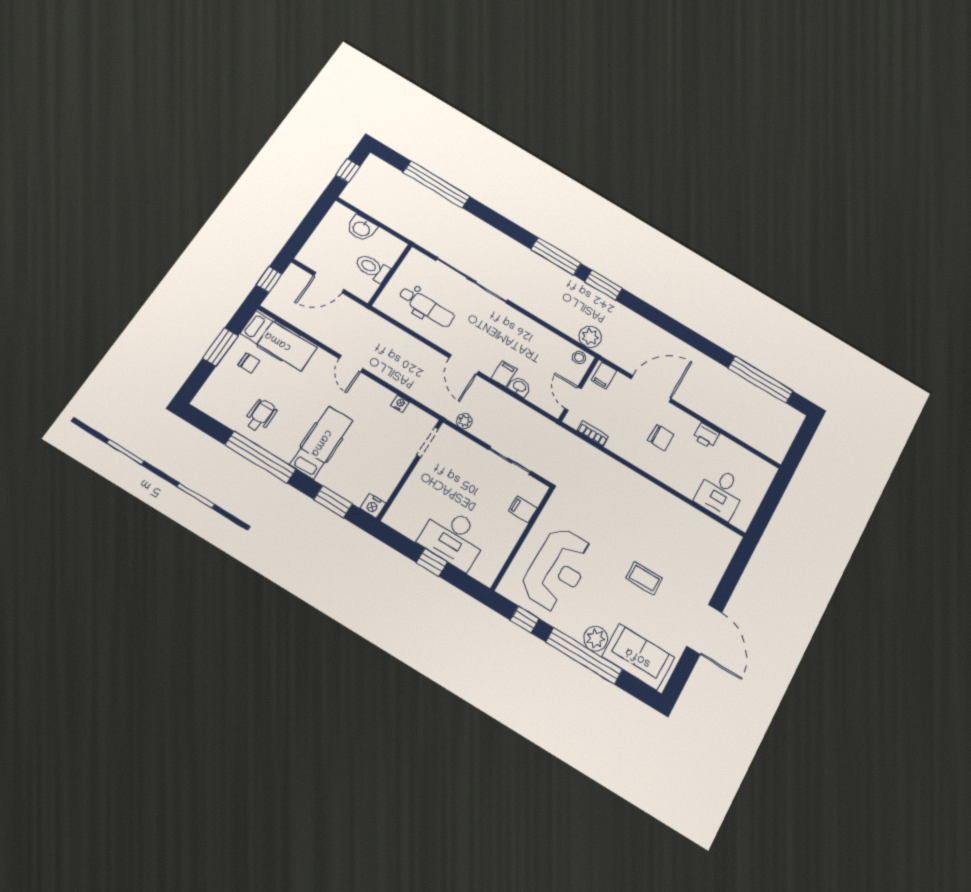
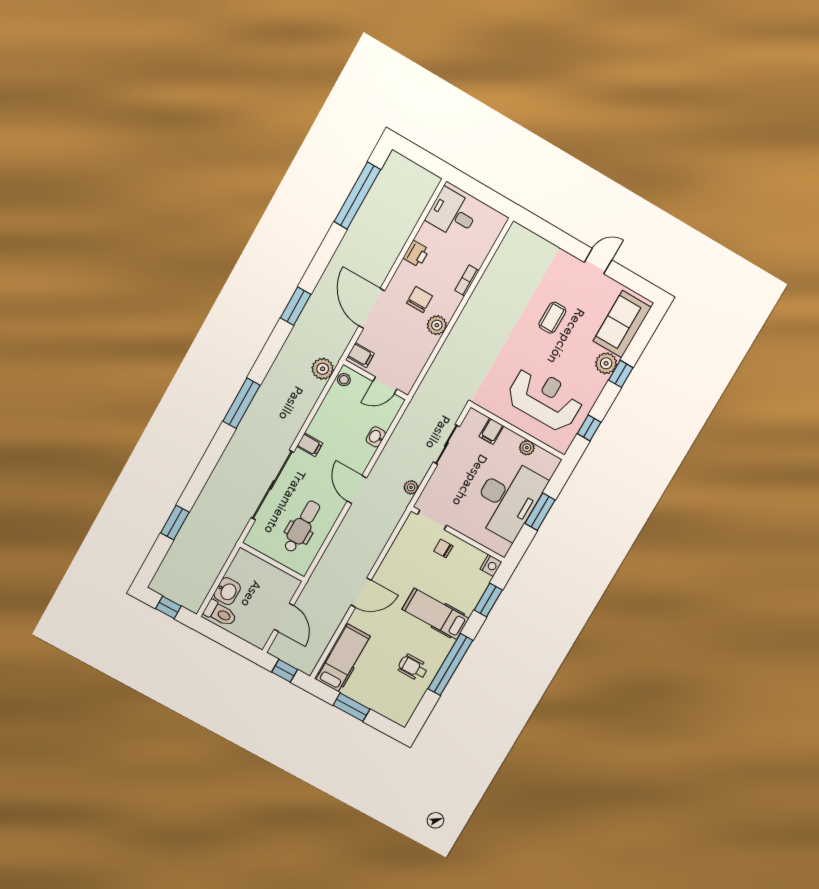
window: (436, 184) -> (175, 523), width x0.47
toilet: (372, 268) -> (220, 613), moved, turned -90
window: (604, 285) -> (296, 306), moved
chair: (249, 363) -> (443, 548), moved, turned -90
door: (351, 364) -> (361, 593), width x1.37
door: (464, 365) -> (357, 490), swing flipped
filing cabinet: (504, 374) -> (310, 445), moved, turned 180
nightstand: (400, 404) -> (397, 546), removed
bookcase: (593, 434) -> (467, 280), moved
plant: (635, 454) -> (437, 325), added
desk: (720, 493) -> (453, 214), moved, turned 180
desk: (453, 538) -> (508, 499), width x1.36, depth x1.30
plant: (504, 548) -> (527, 448), added
window: (432, 562) -> (540, 512), width x1.50
door: (704, 629) -> (598, 261), width x0.53
window: (584, 656) -> (621, 374), width x0.32

